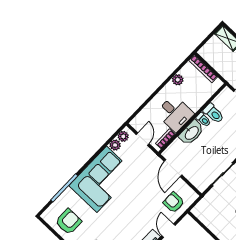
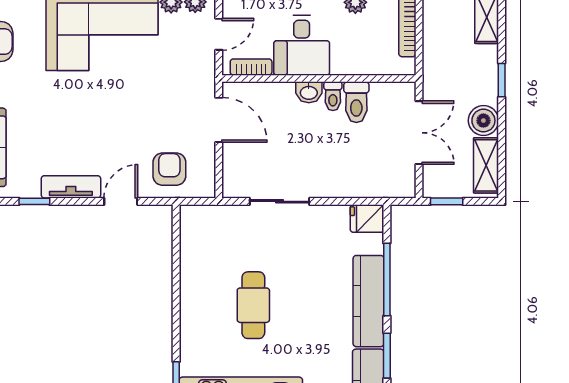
washbasin: (191, 133) -> (309, 92), width x0.52, depth x0.69
door: (173, 168) -> (219, 120), swing flipped

